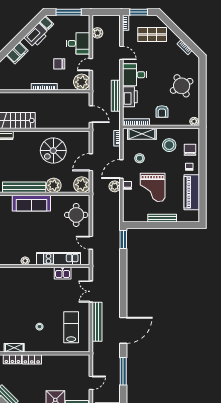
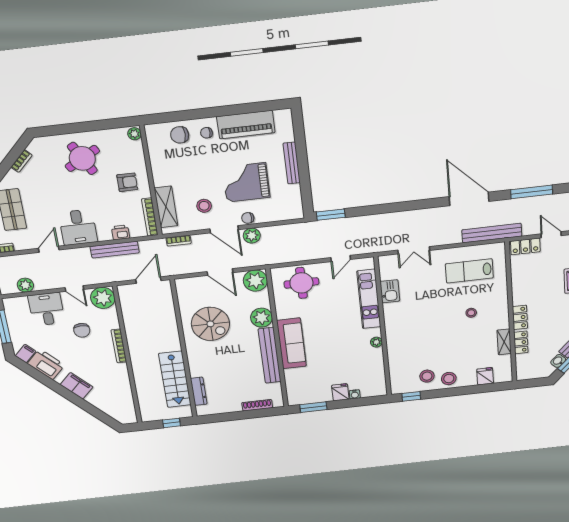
printer: (130, 97) -> (120, 232), width x0.53, depth x0.68
stool: (169, 145) -> (177, 166), removed
grand piano: (153, 187) -> (246, 182), turned 180
bench: (97, 322) -> (492, 233), moved
locker: (85, 365) -> (525, 246), added

